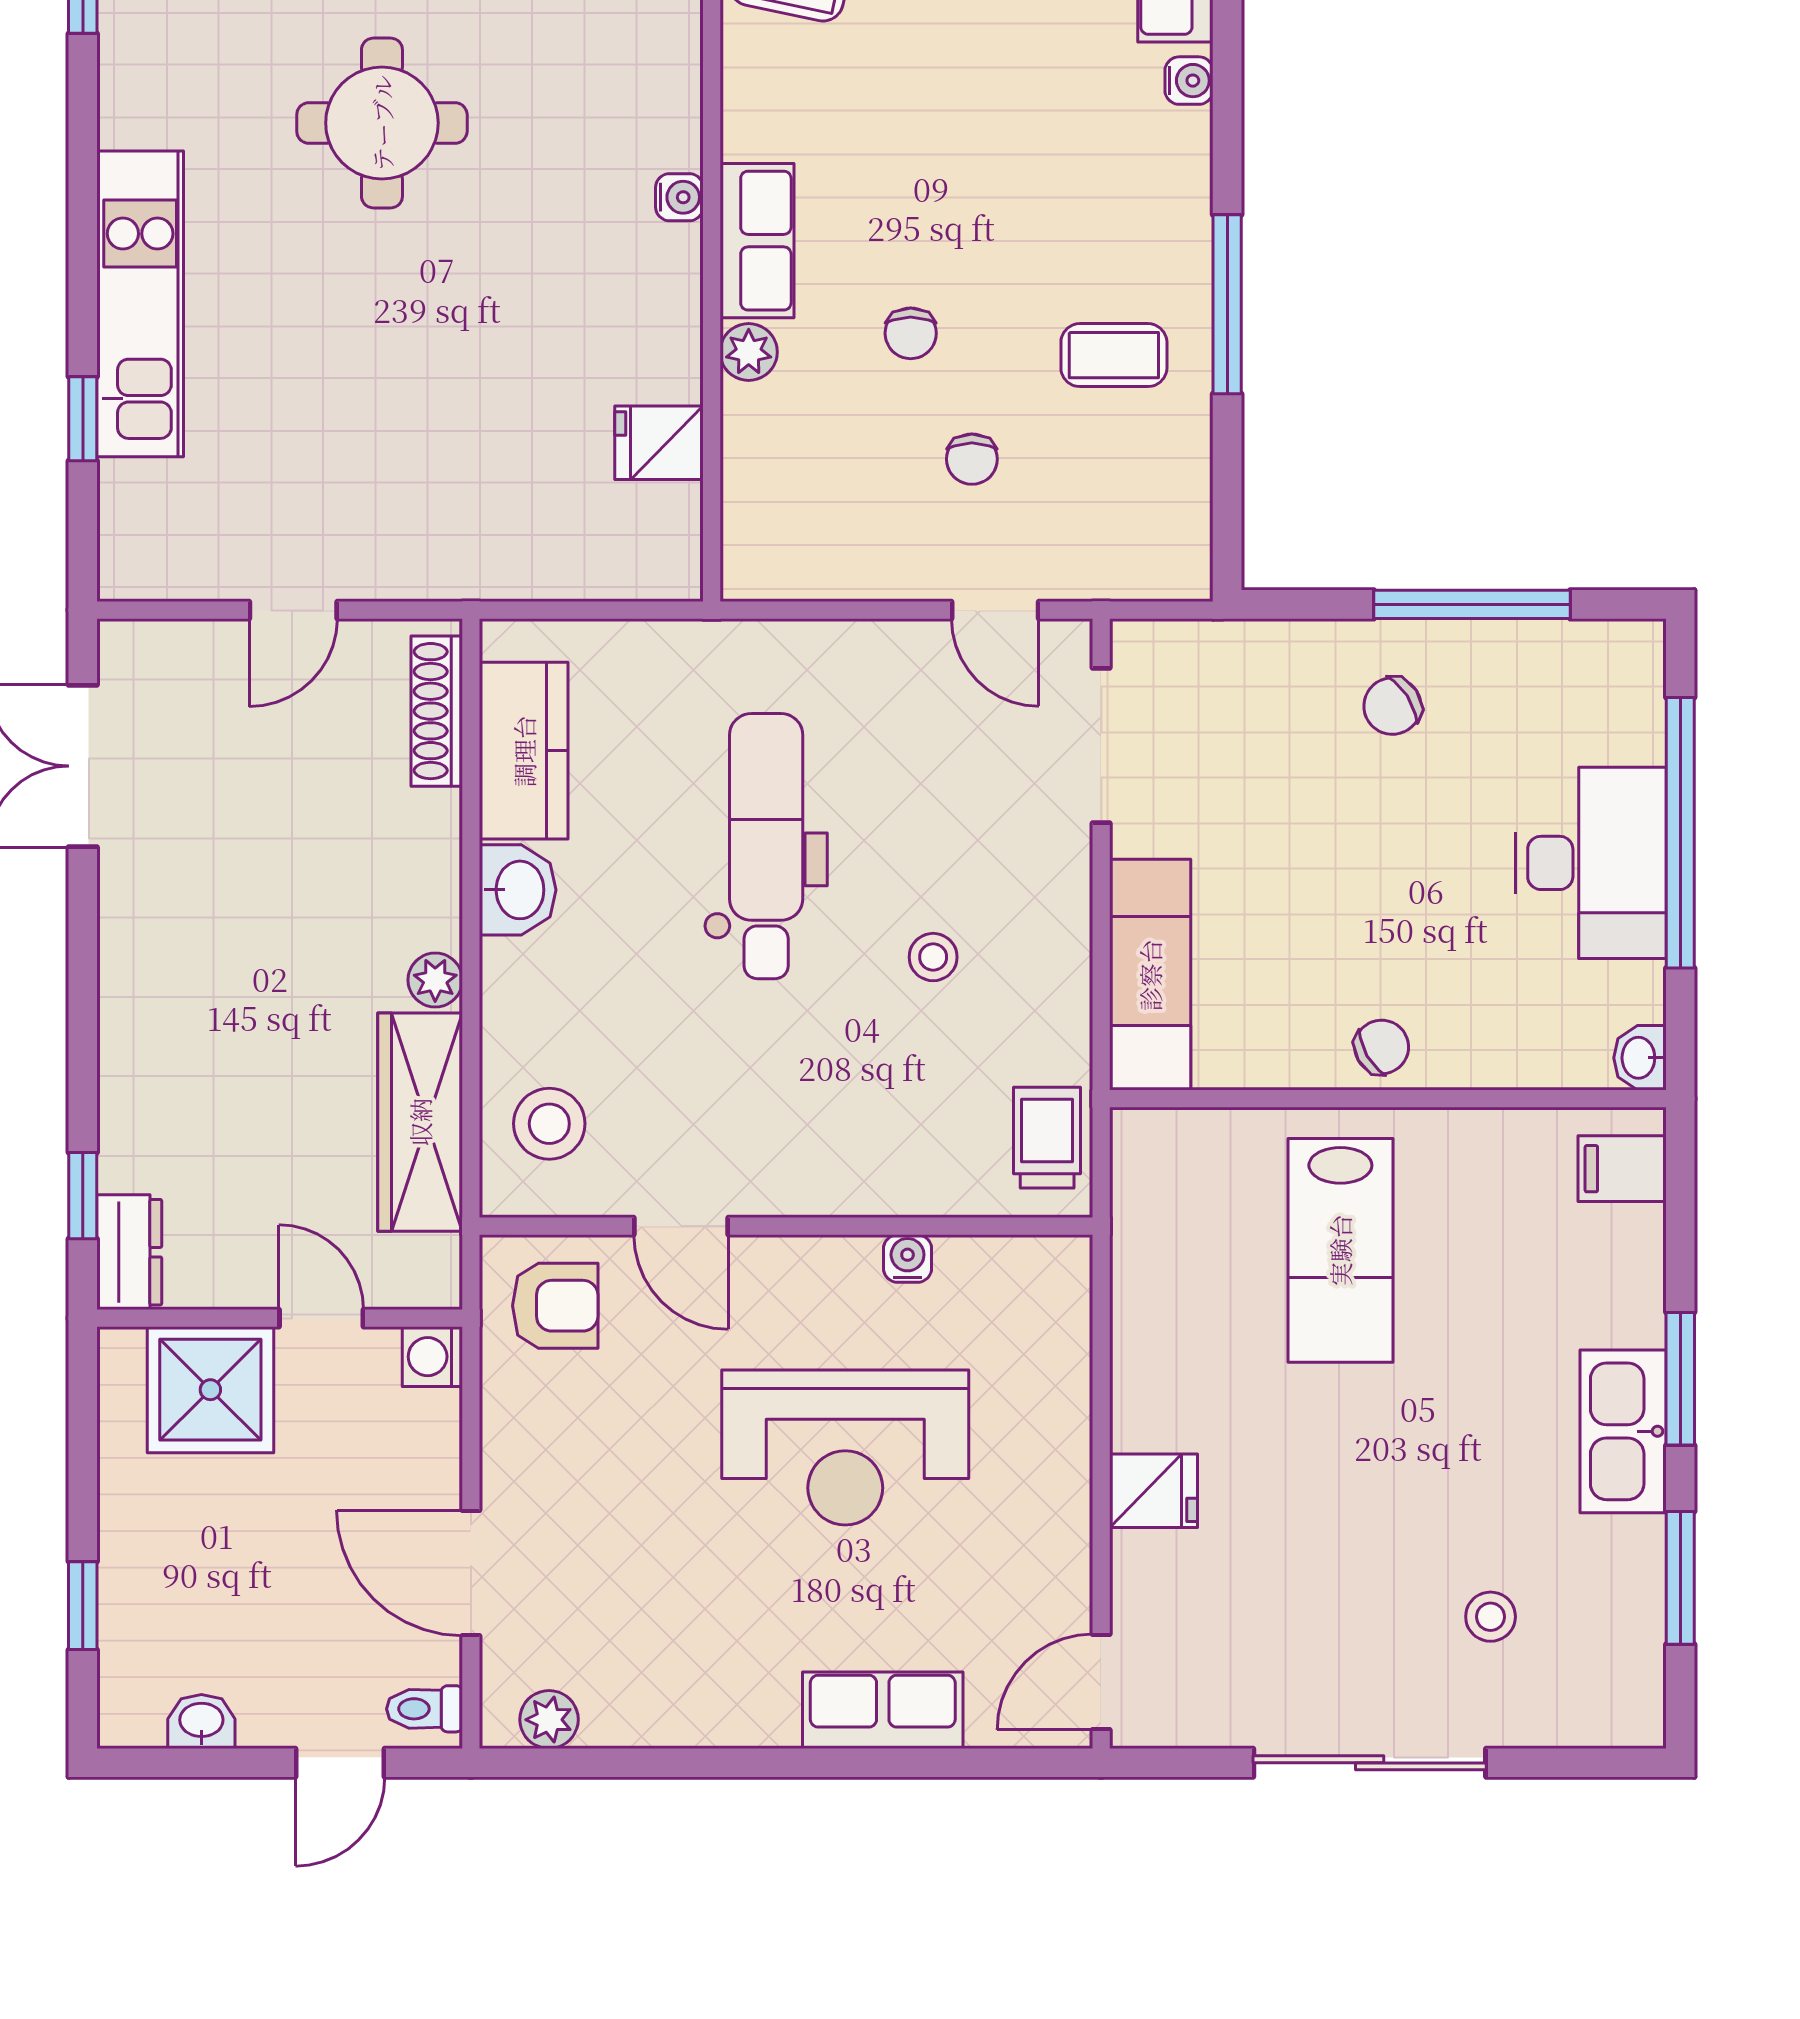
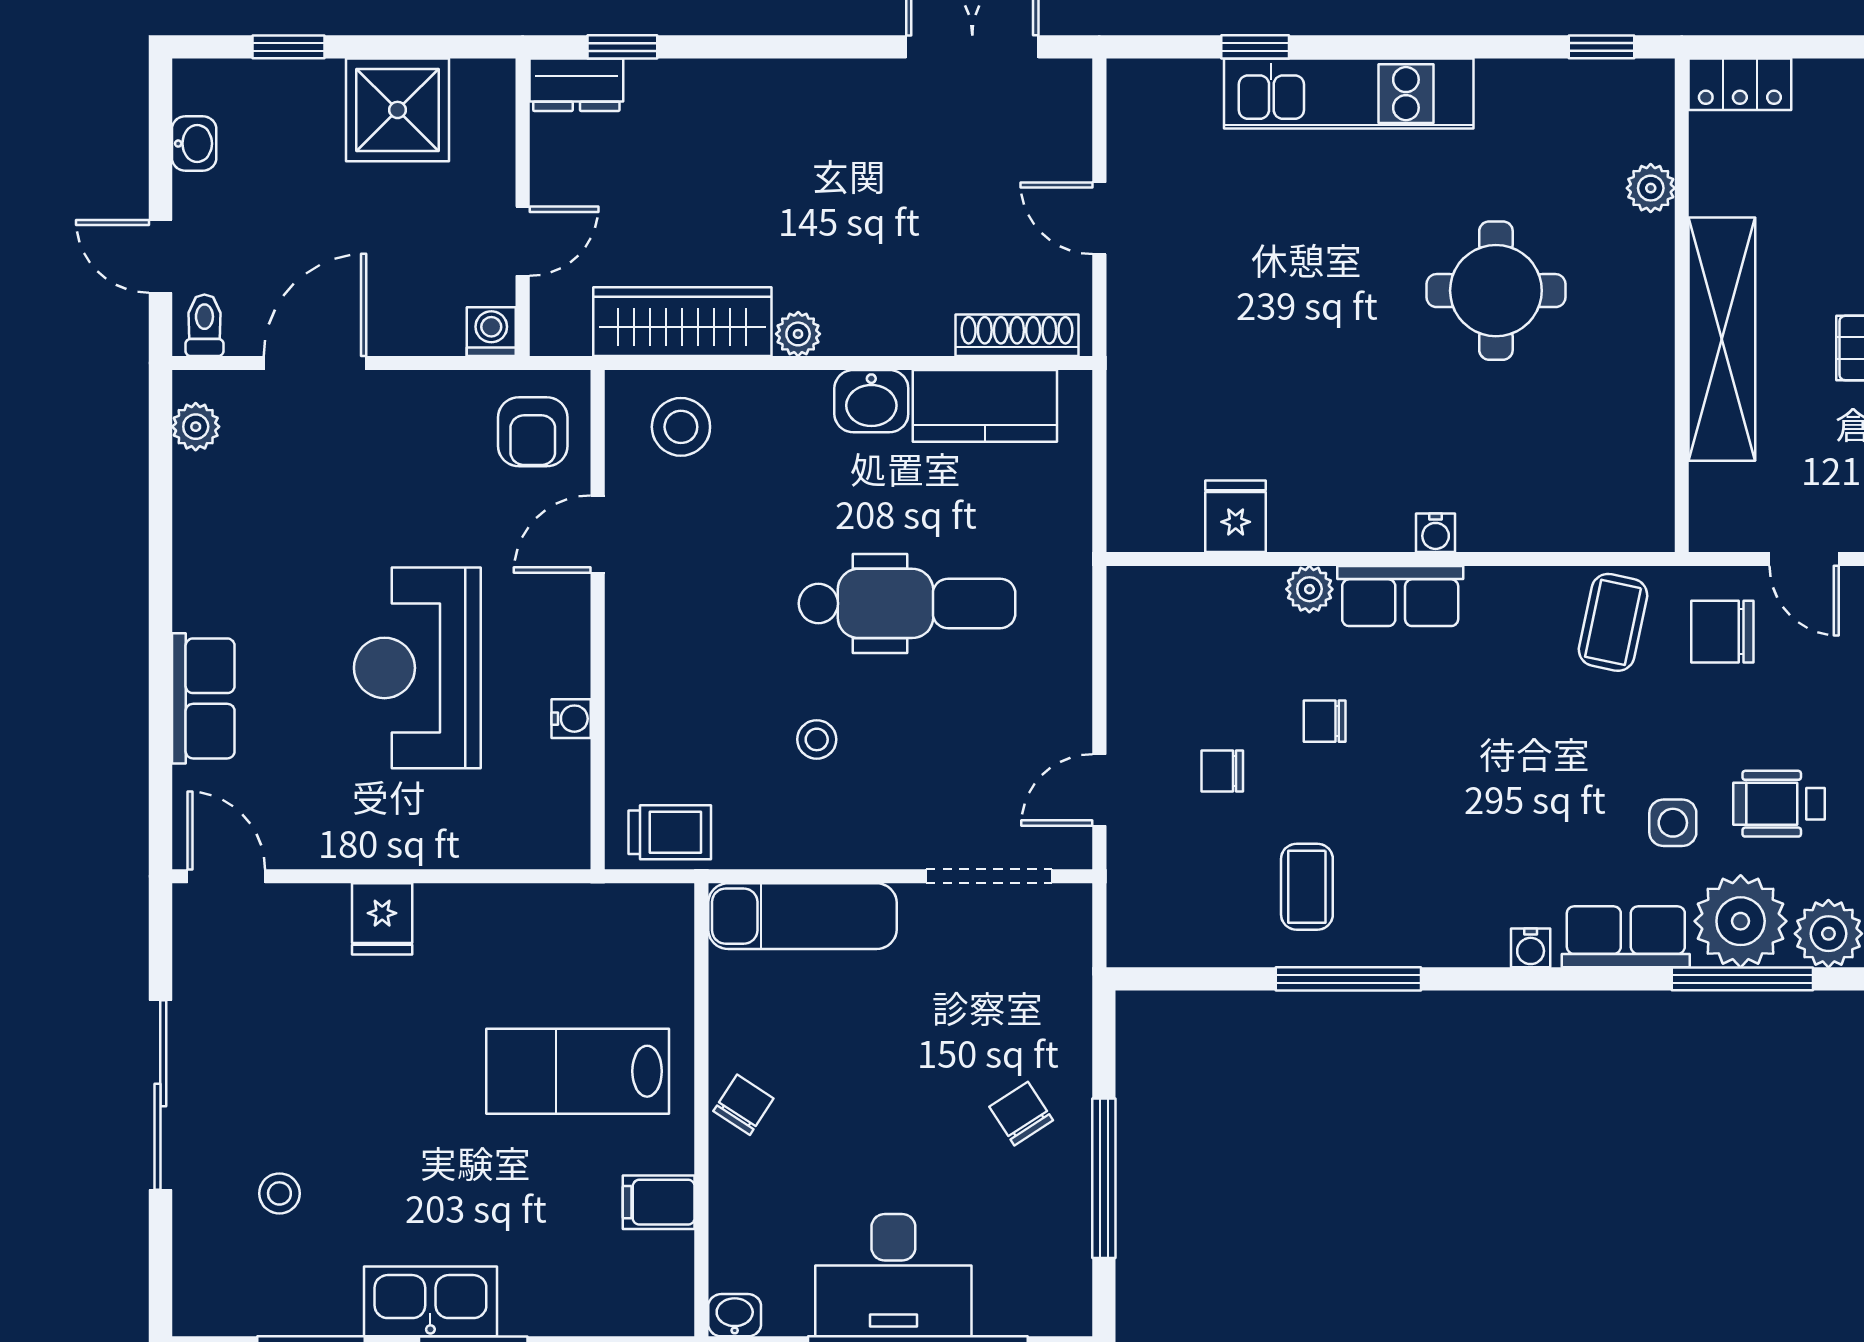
chair: (1382, 1047) -> (743, 1105), turned -117
filing cabinet: (1622, 1169) -> (659, 1202), moved, turned -90
shower: (210, 1390) -> (398, 110), moved

